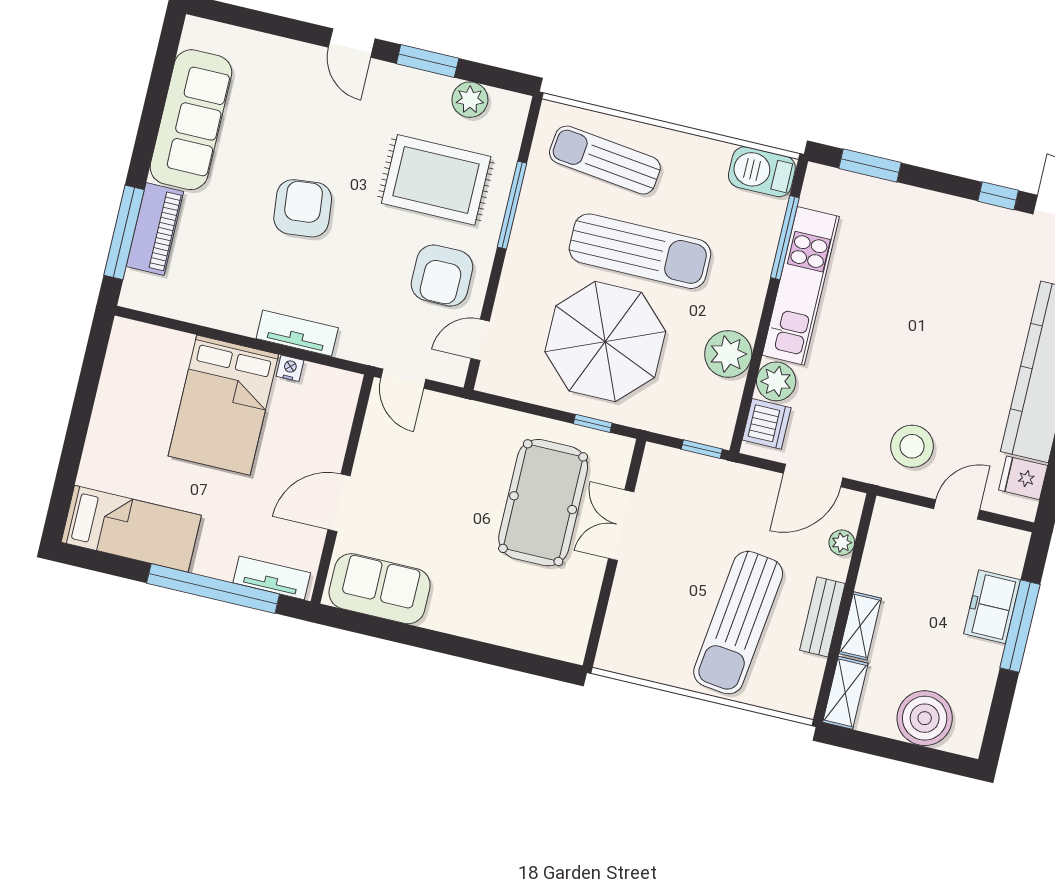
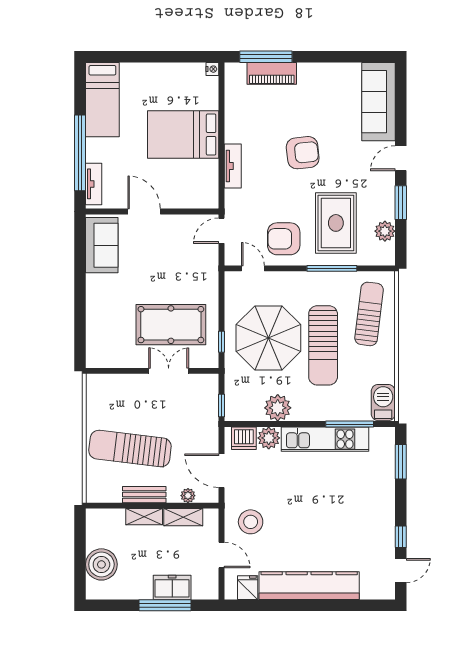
sofa: (191, 120) -> (378, 102), moved, turned 90
nightstand: (290, 368) -> (212, 69), moved
shelving: (845, 693) -> (183, 517), moved

